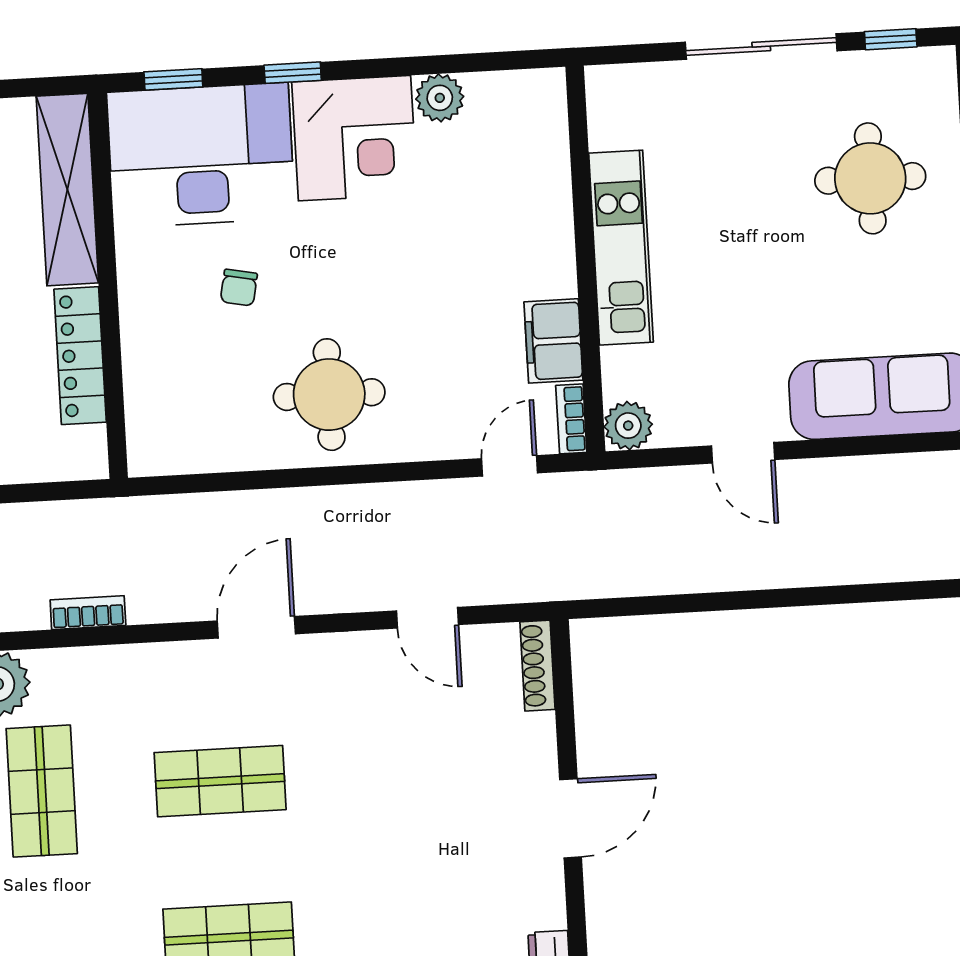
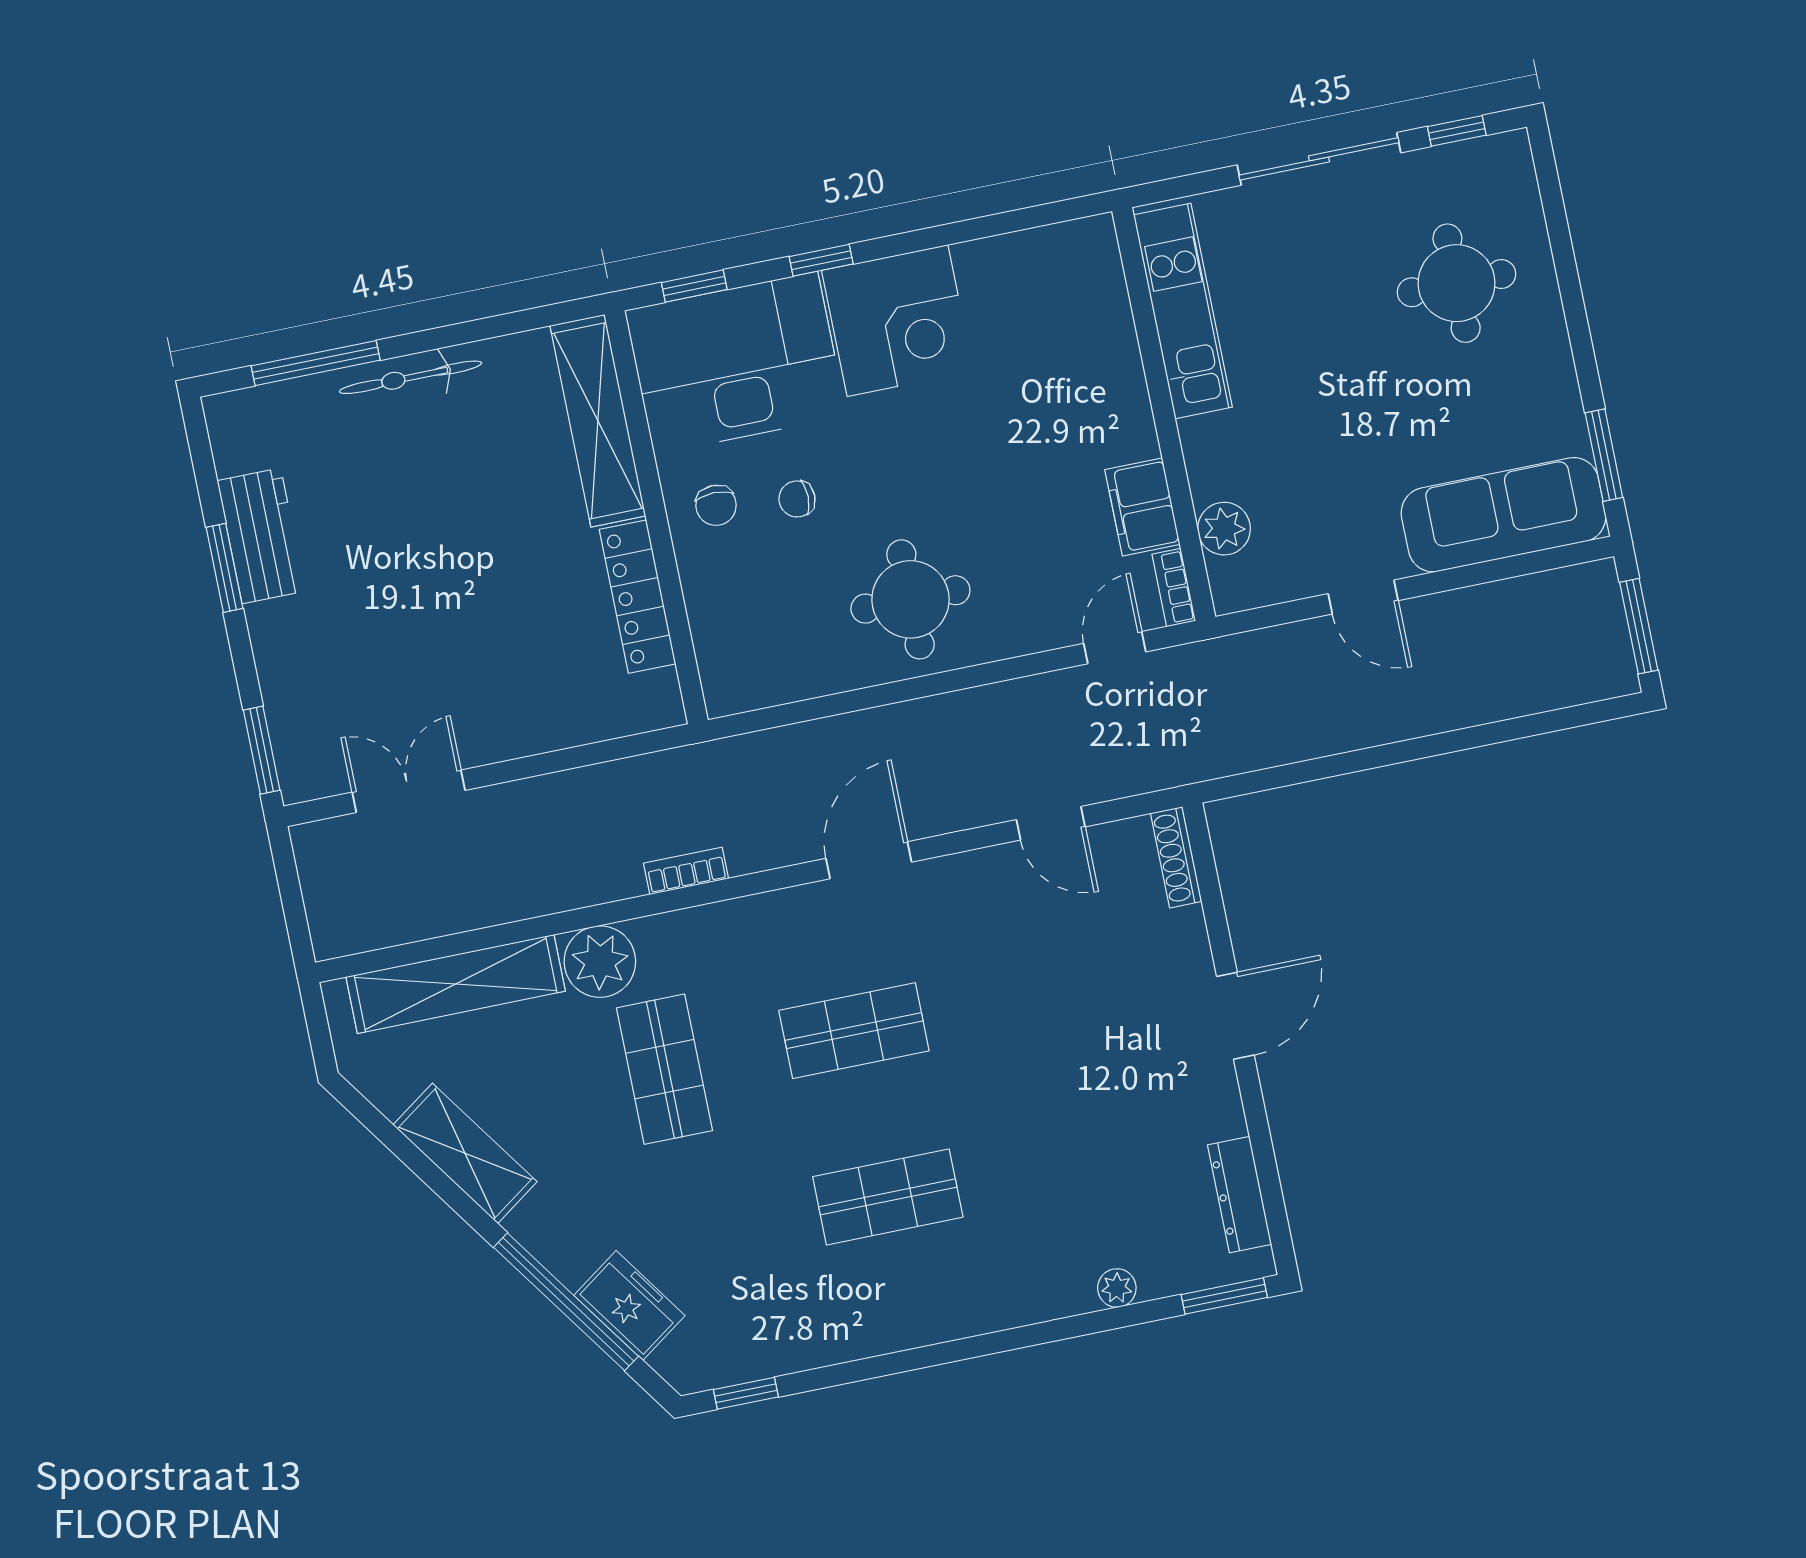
plant: (440, 98) -> (983, 264), removed
kitchen unit: (621, 248) -> (1183, 311), moved
chair: (164, 283) -> (716, 505), added
chair: (239, 288) -> (797, 499), turned 79
plant: (628, 426) -> (1224, 529), moved

